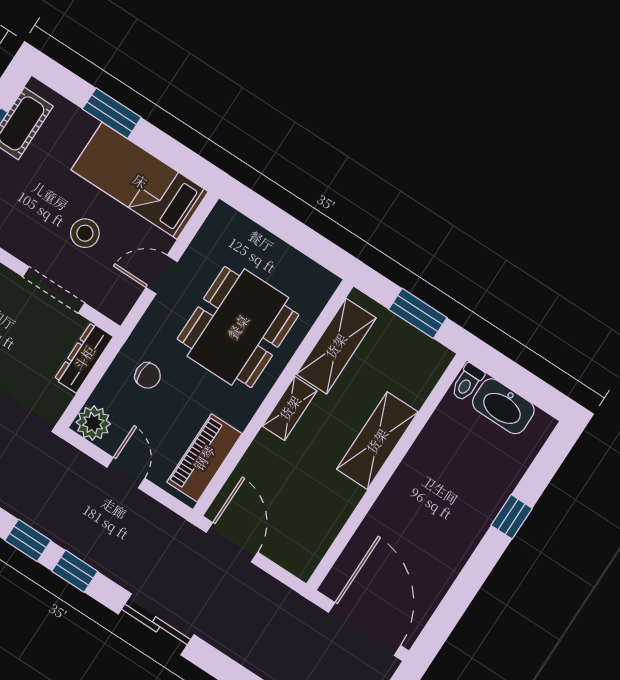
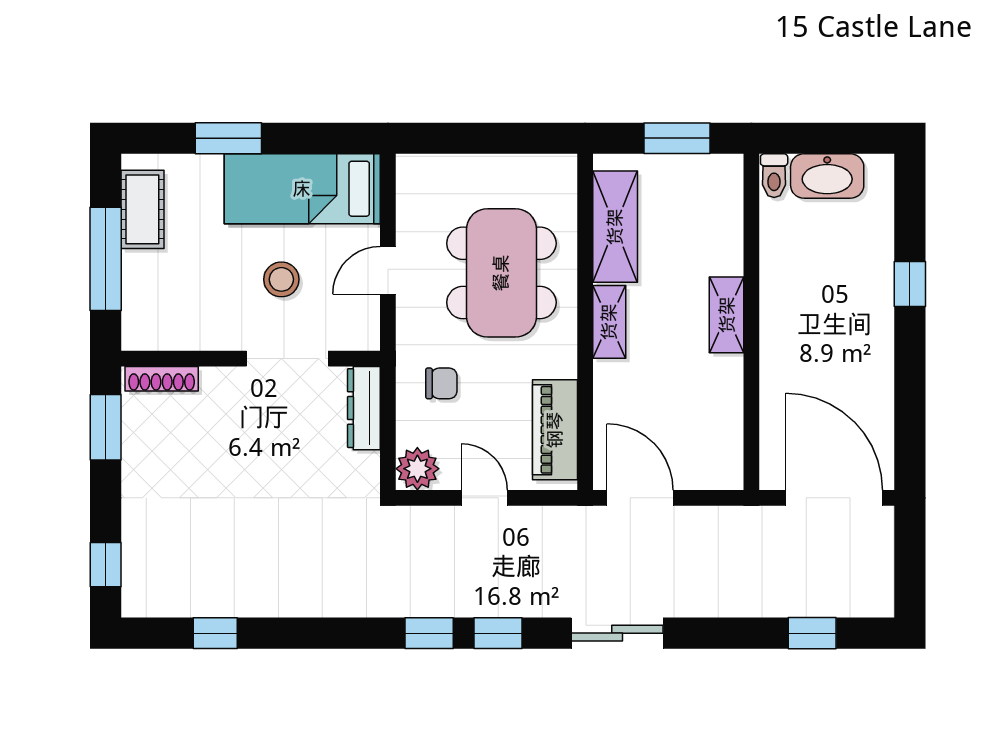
shelving: (377, 441) -> (727, 315), width x0.67, depth x0.75

